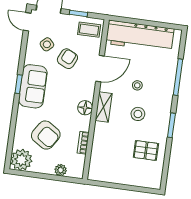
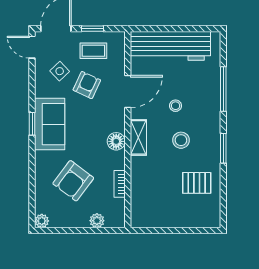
coffee table: (89, 30) -> (93, 51), moved
armchair: (46, 135) -> (73, 181), turned 94
plant: (21, 160) -> (42, 221), width x0.53, depth x0.53

